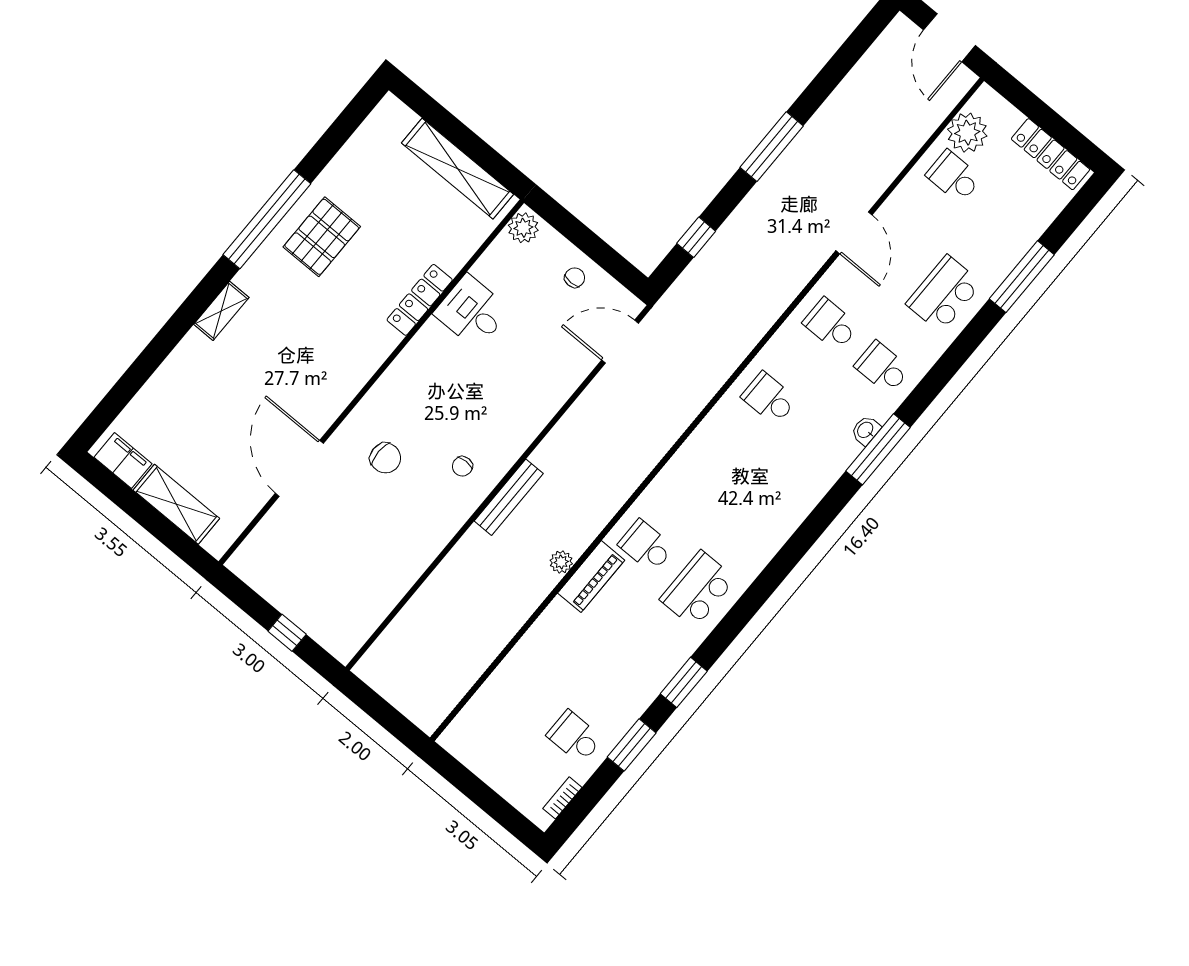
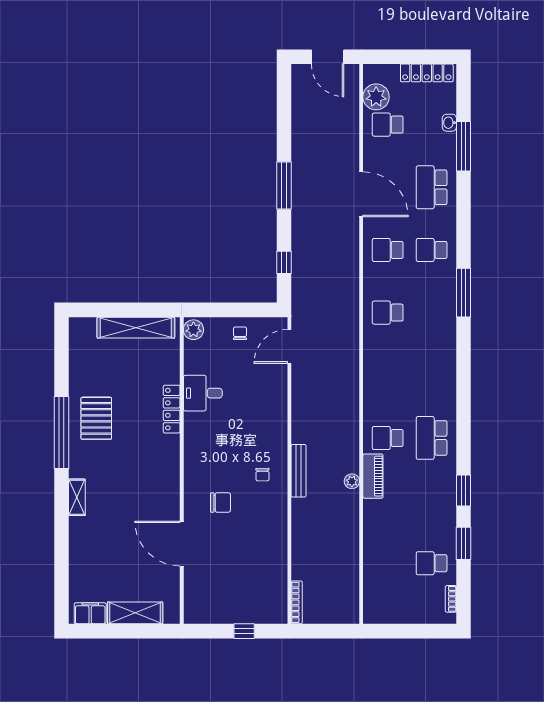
door: (854, 233) -> (361, 194), width x1.36
washbasin: (866, 430) -> (449, 123), moved
bookcase: (377, 651) -> (297, 602), added

